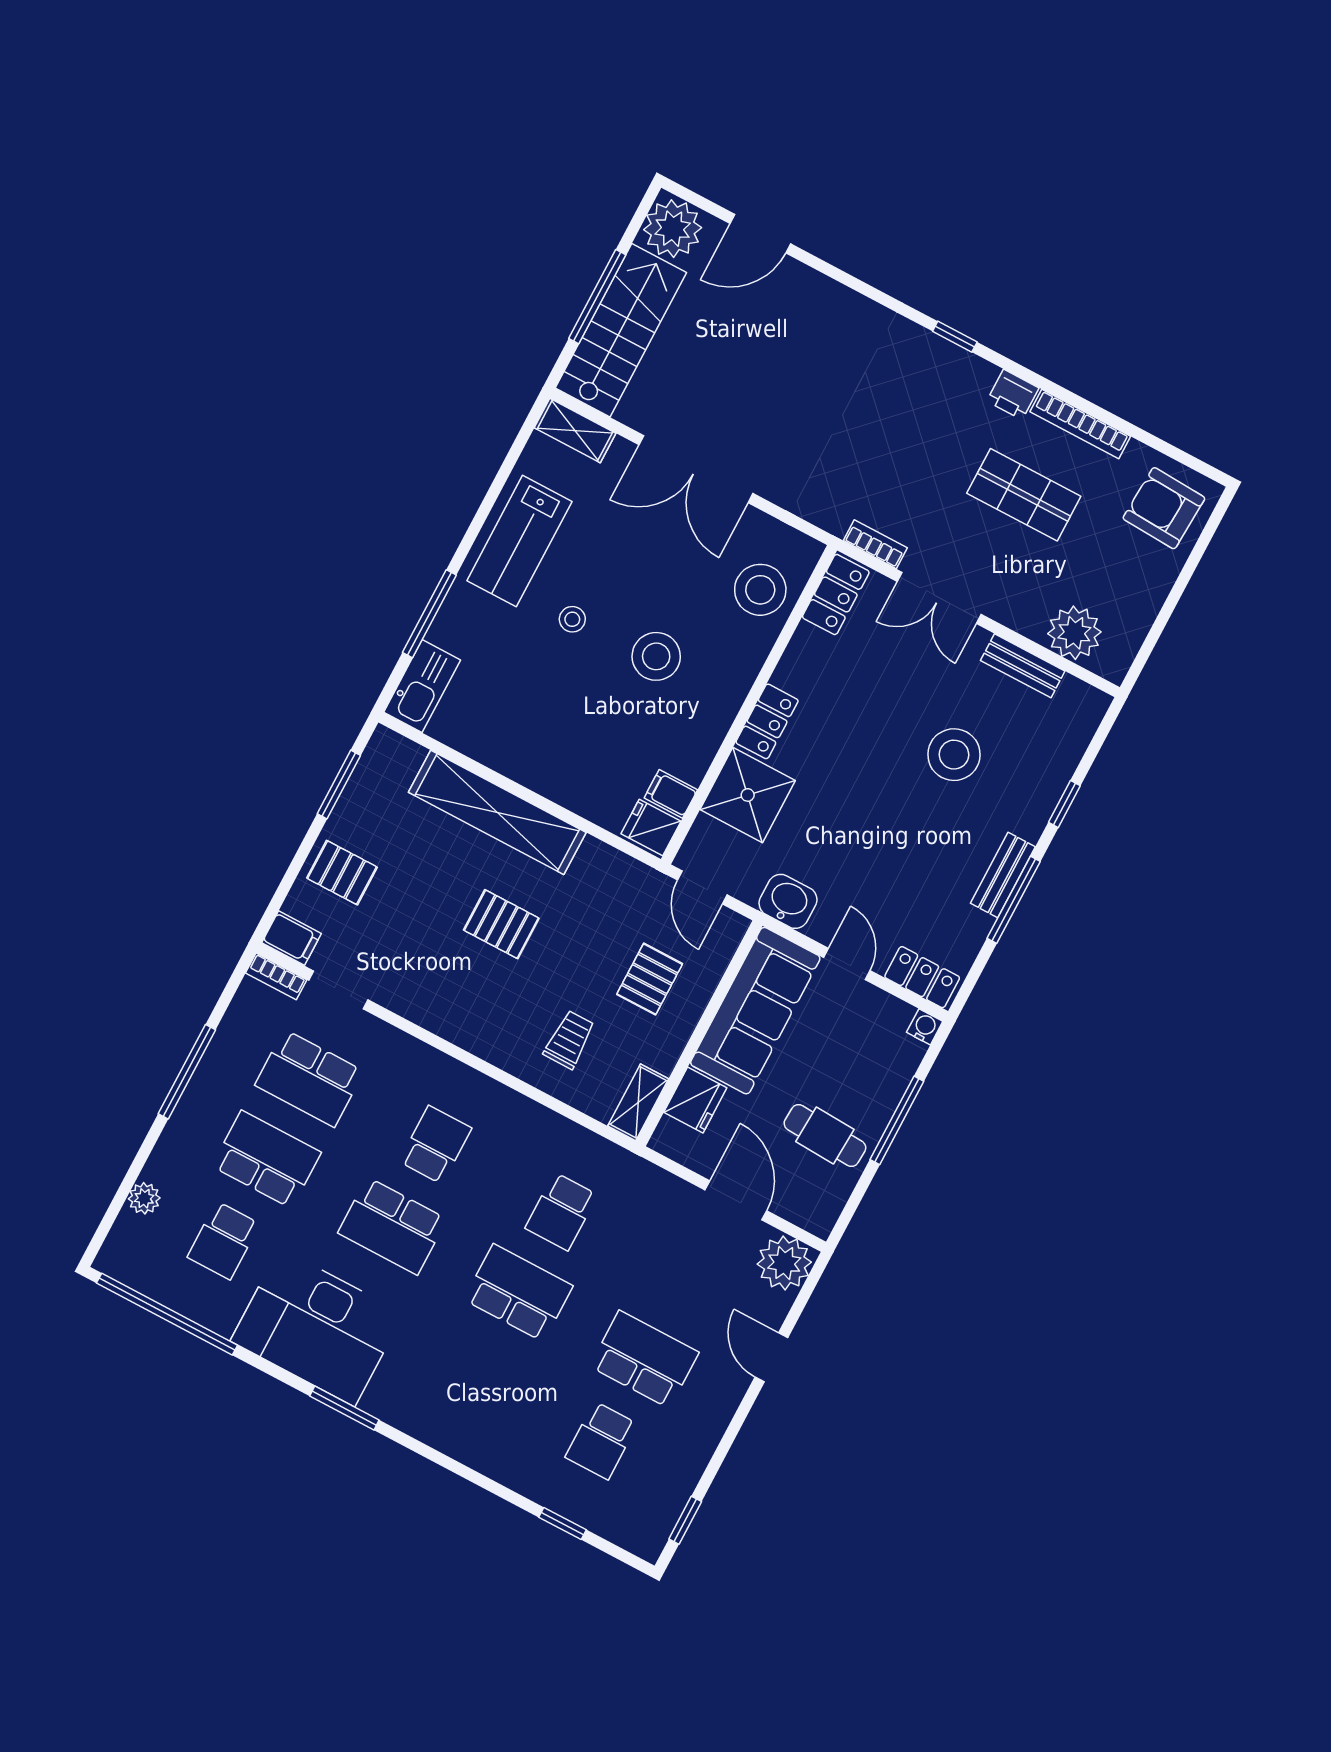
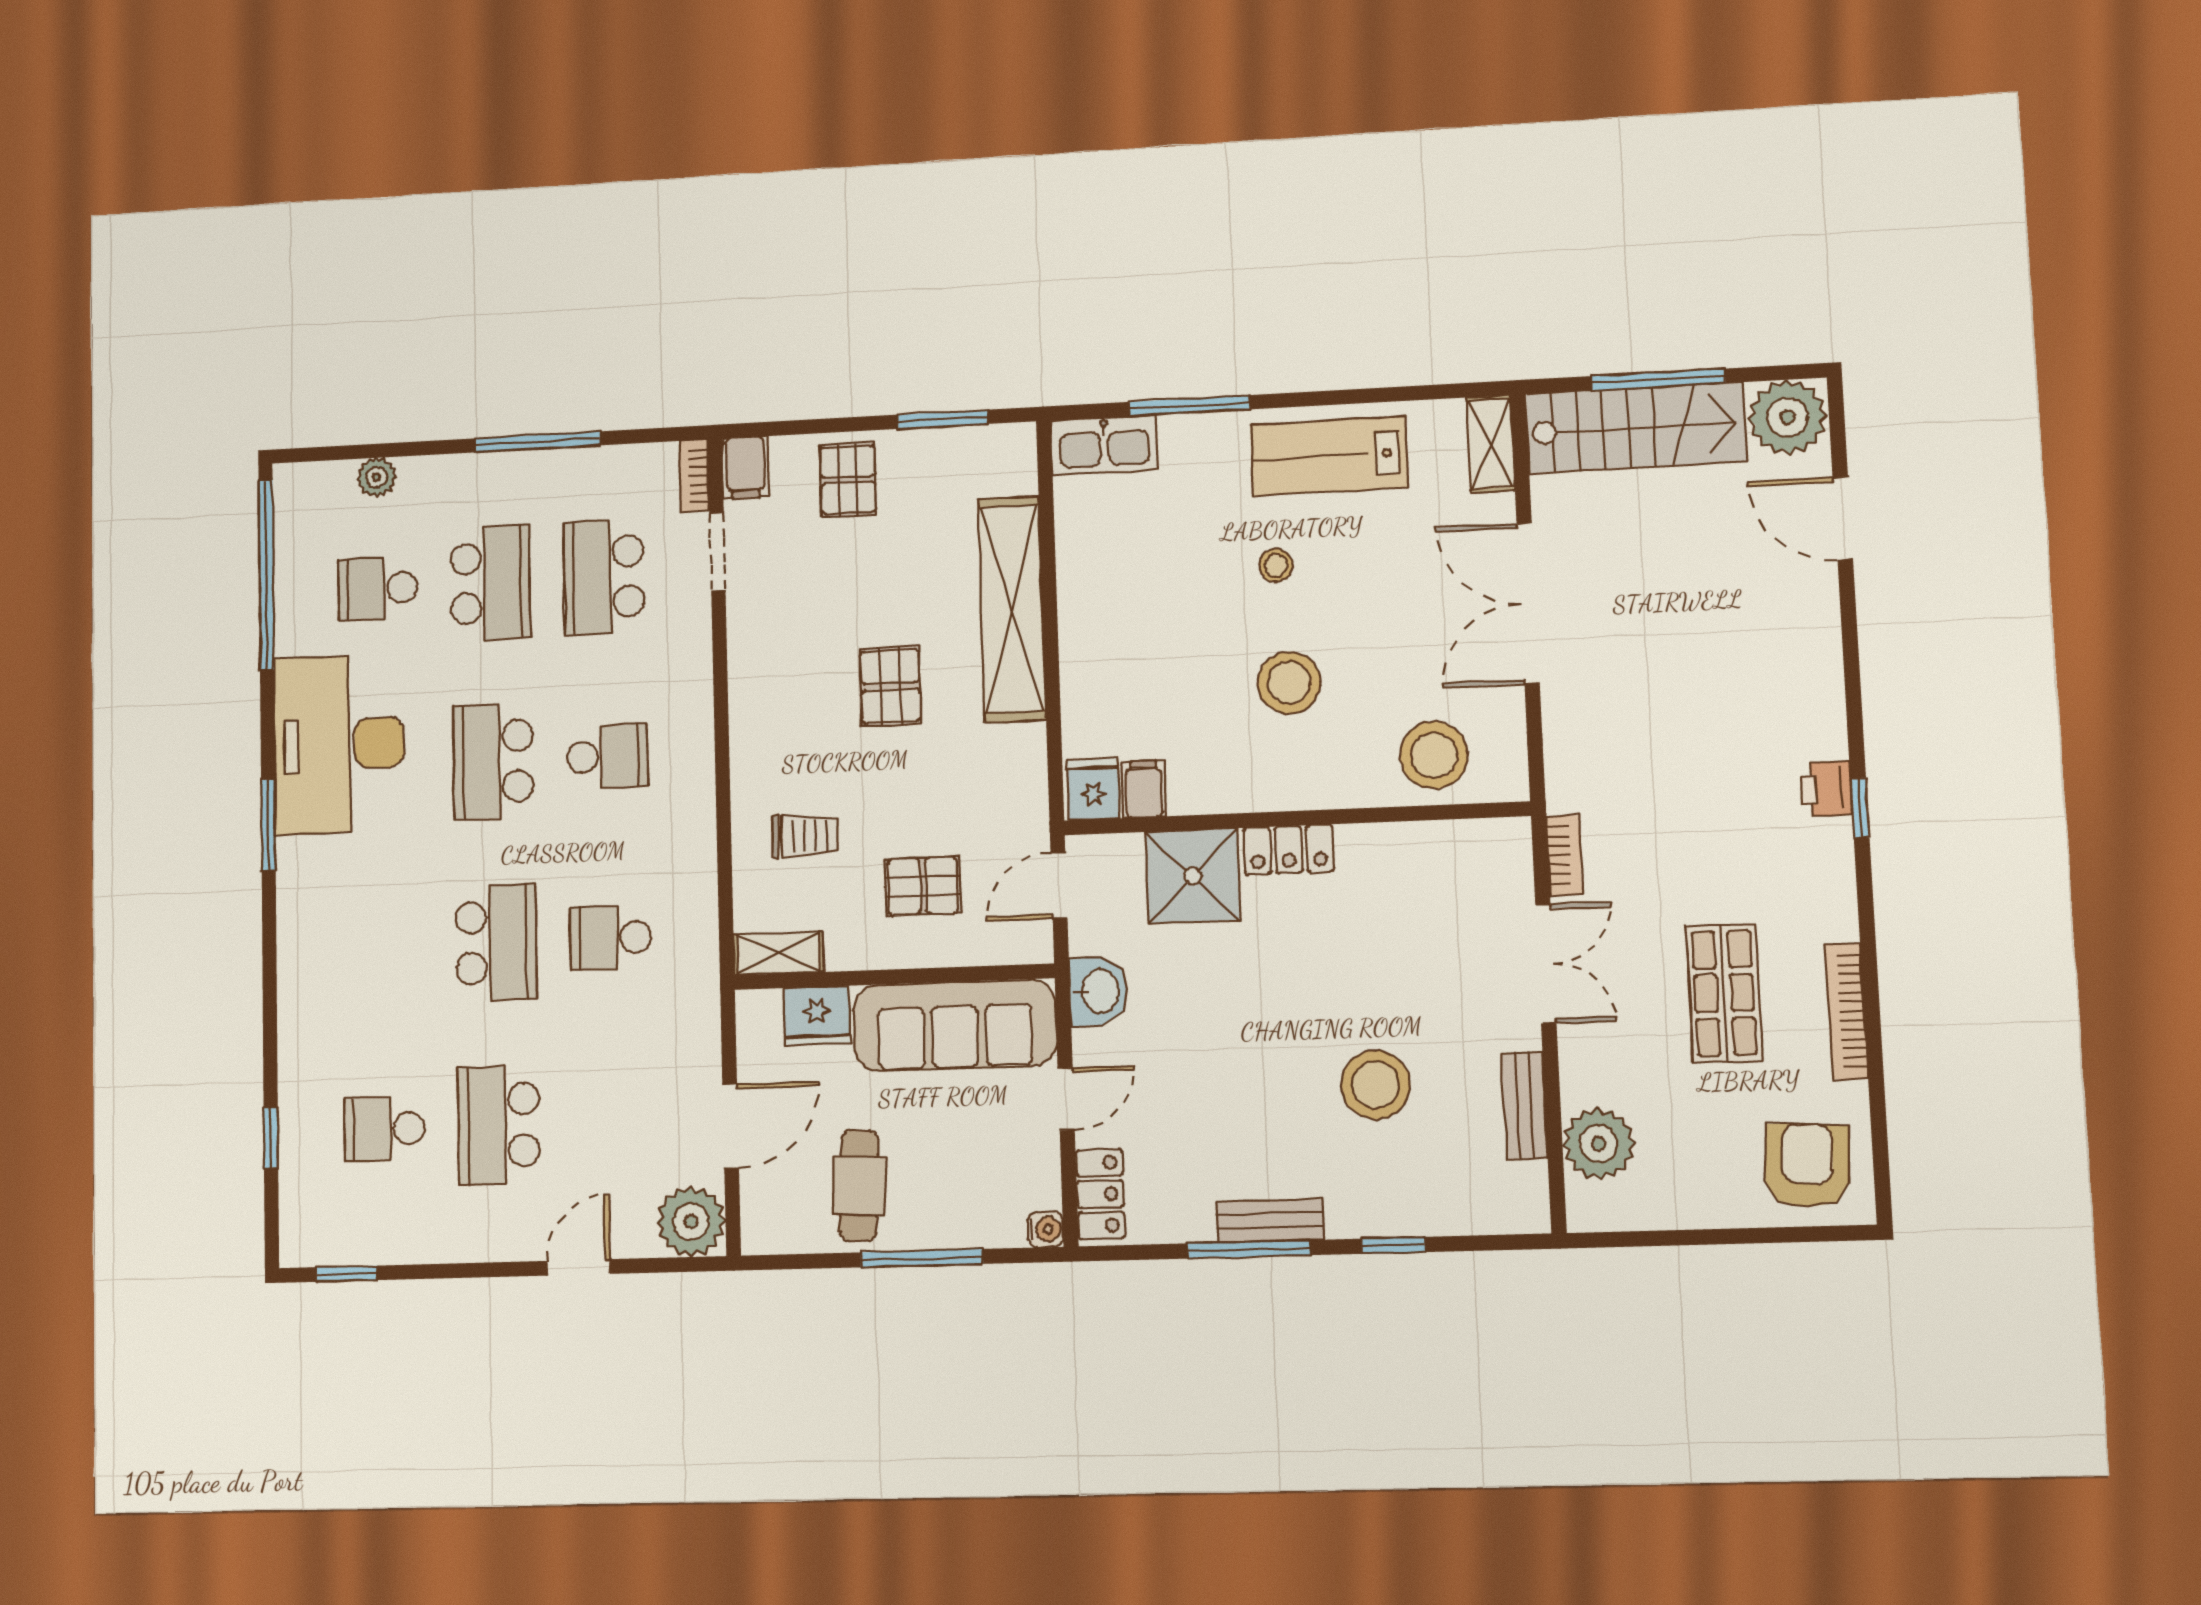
printer: (1013, 395) -> (1826, 789), moved
locker: (836, 594) -> (1479, 844), removed
double door: (939, 598) -> (1546, 964), swing flipped
school desk: (644, 1359) -> (499, 1125), turned 180

